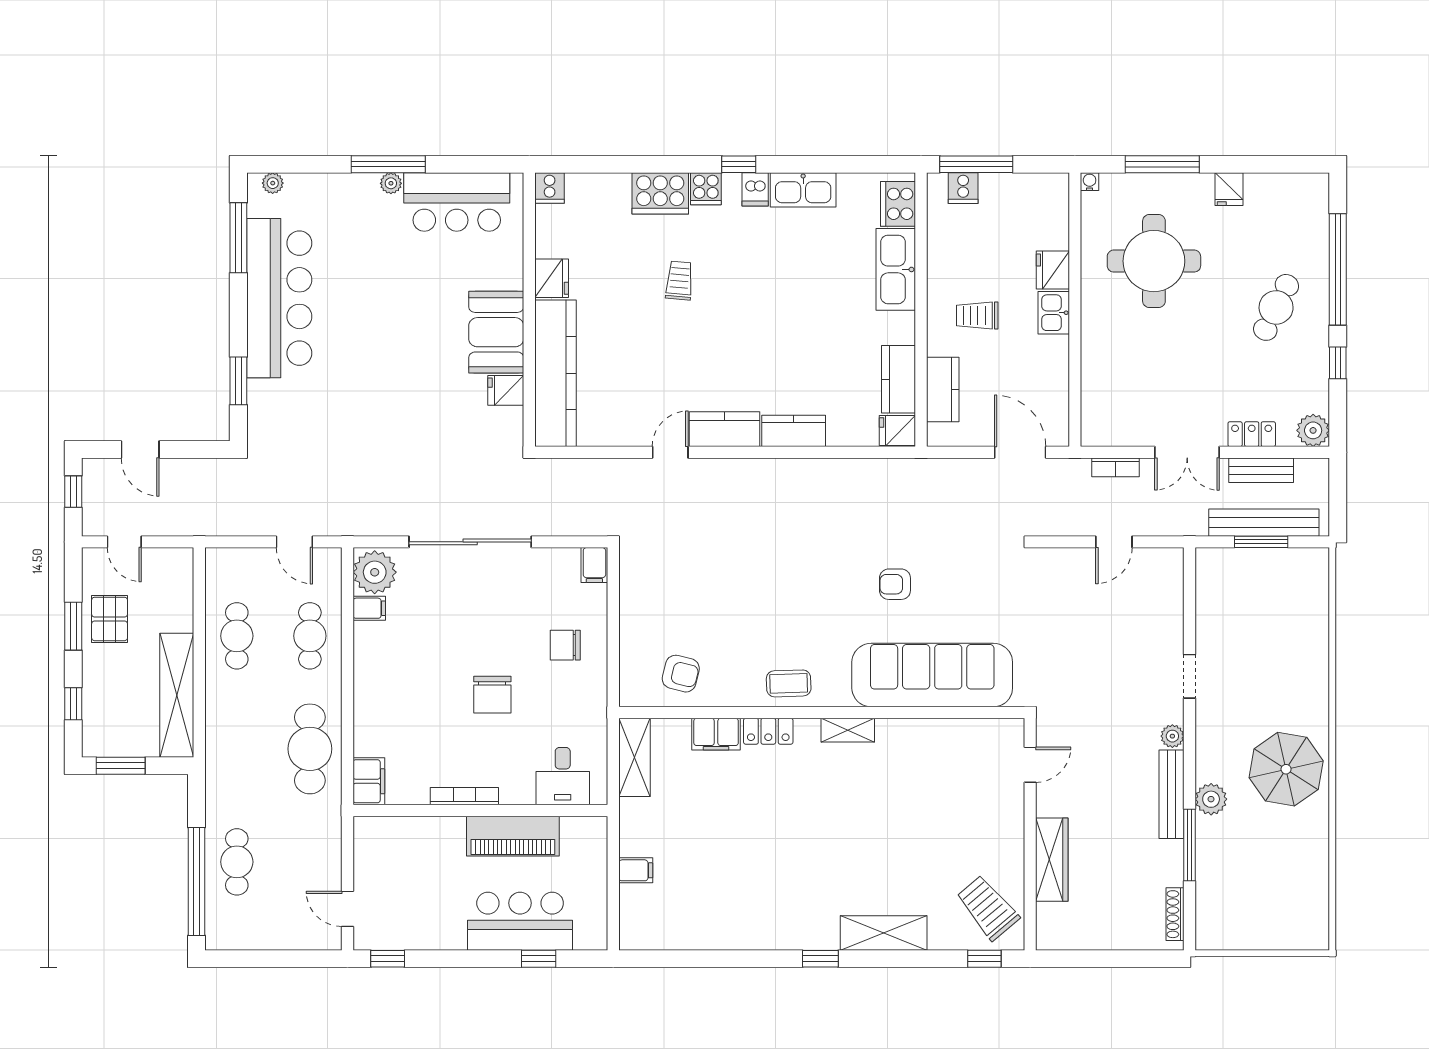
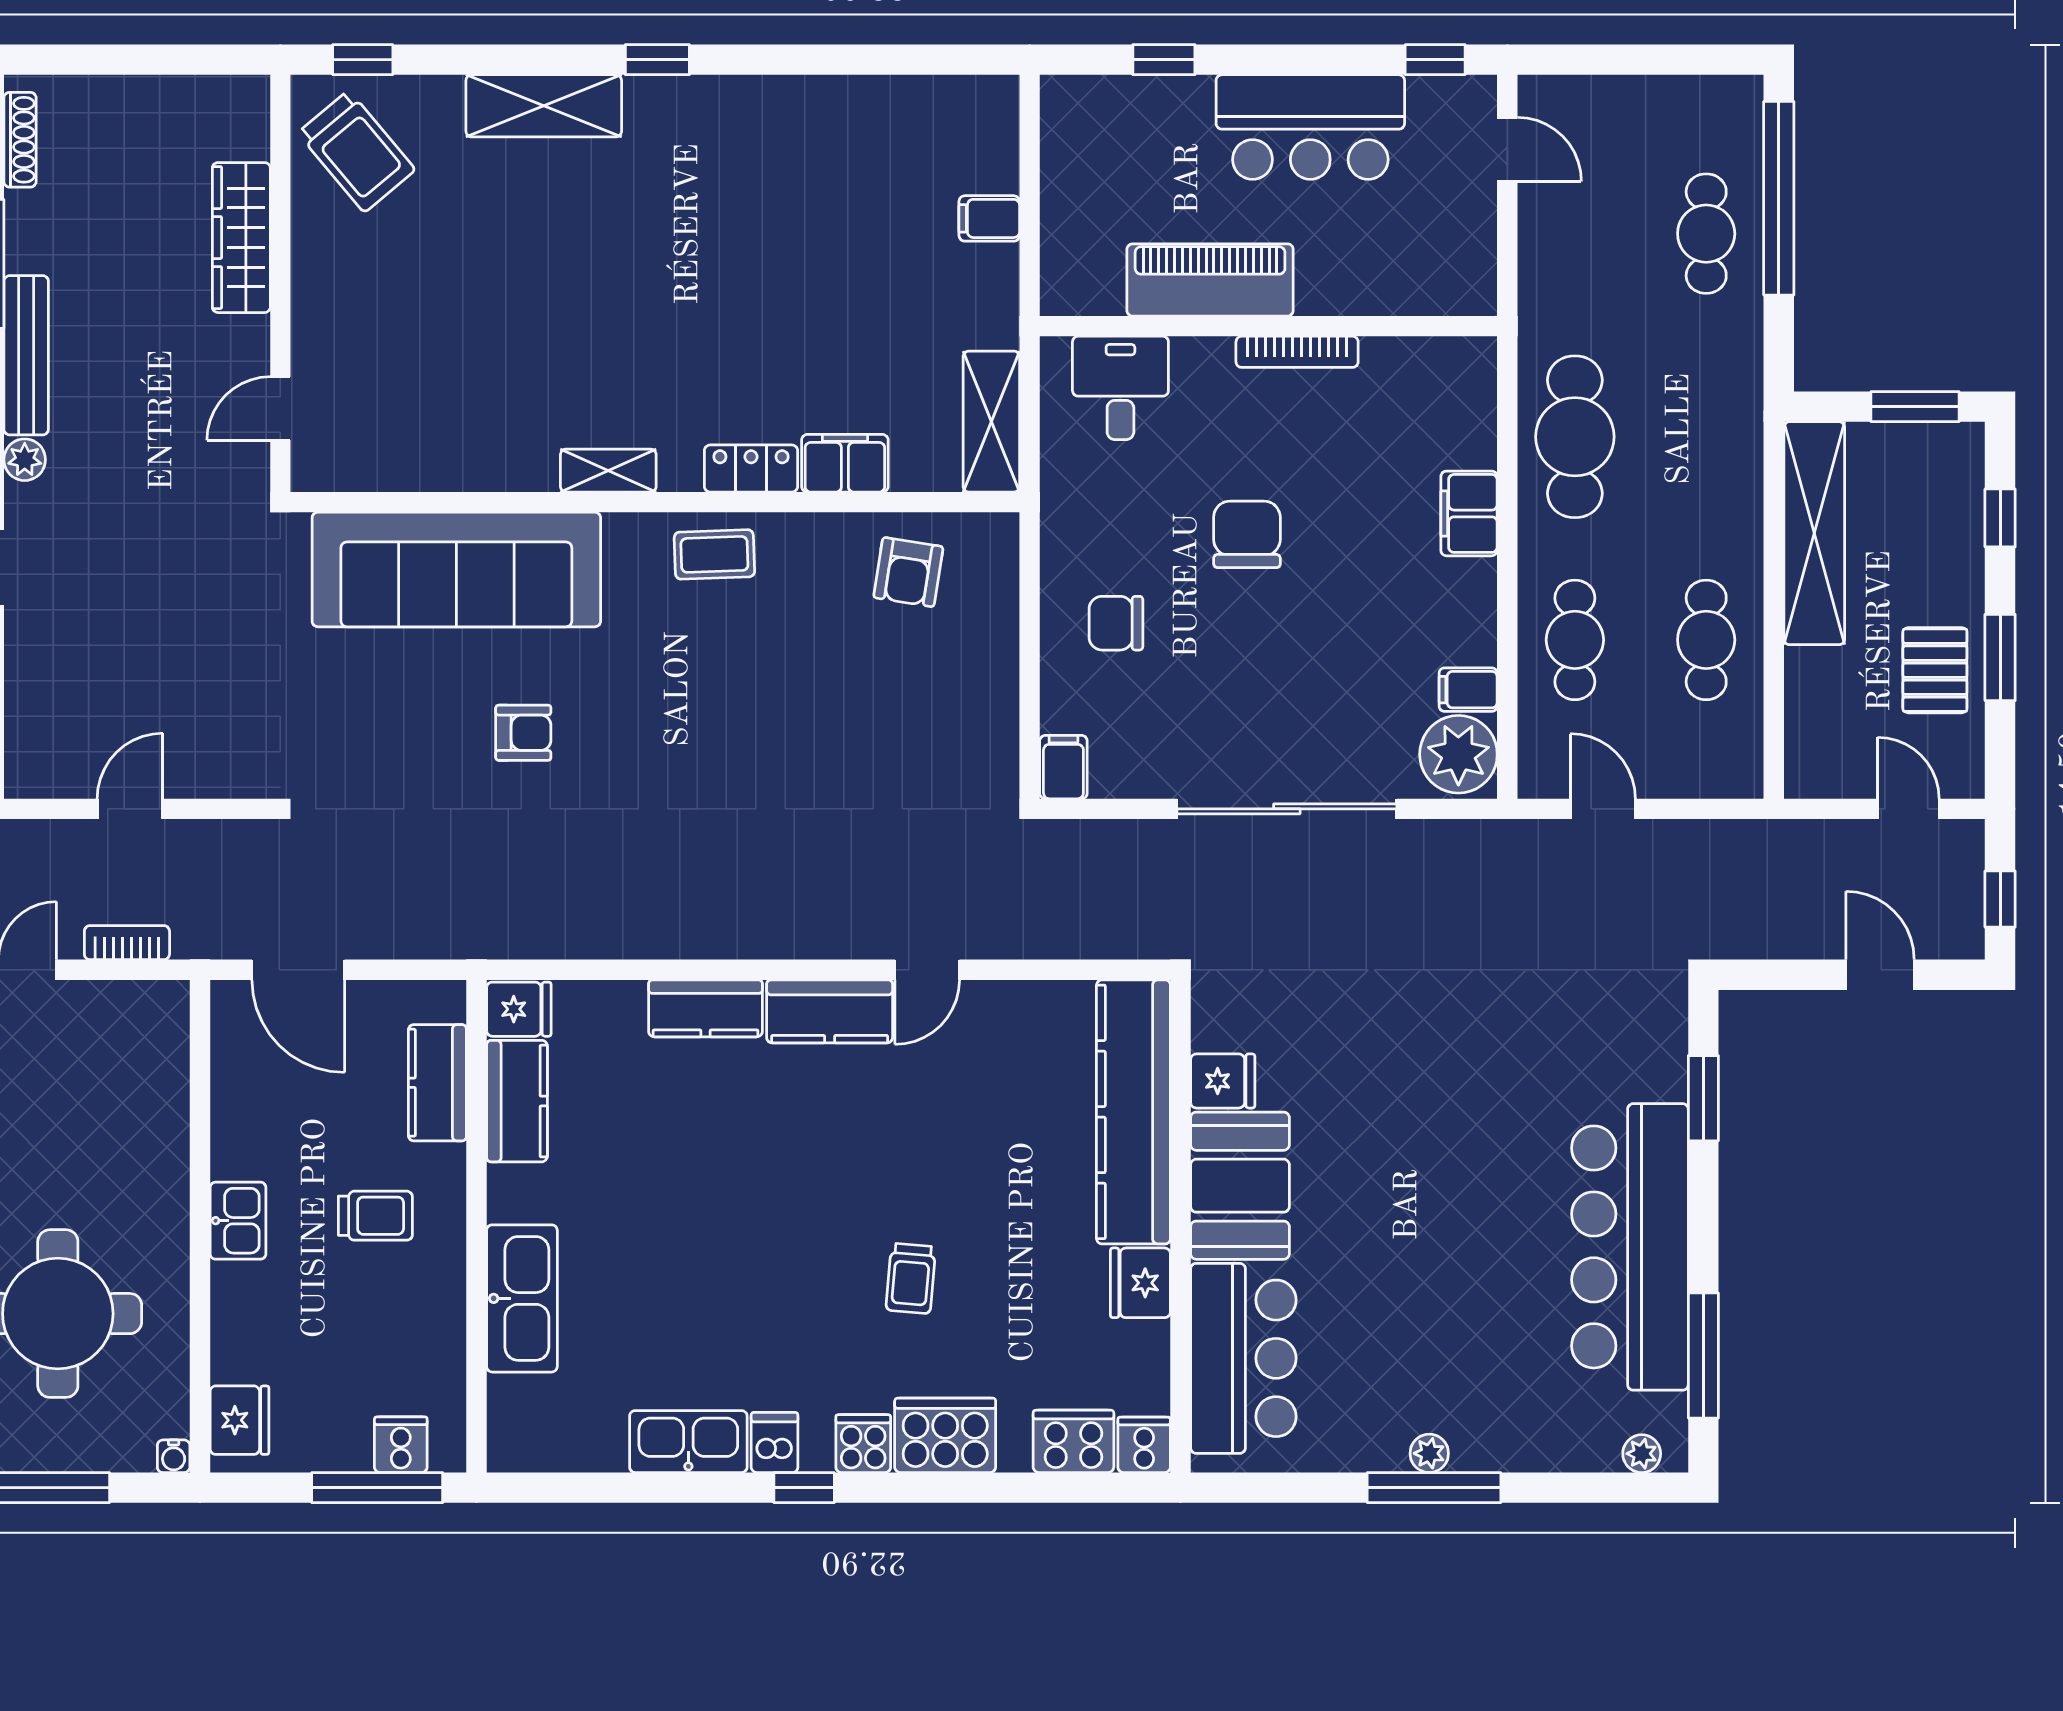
bar counter: (457, 202) -> (1243, 1358), moved, turned 90
cooker: (898, 204) -> (1073, 1441), moved, turned -90
fridge: (1053, 270) -> (239, 1420), moved
chair: (565, 645) -> (1116, 623), turned 180
armchair: (681, 674) -> (908, 572), turned -95
filing cabinet: (369, 781) -> (1469, 513), moved
bar counter: (520, 921) -> (1310, 127), moved

